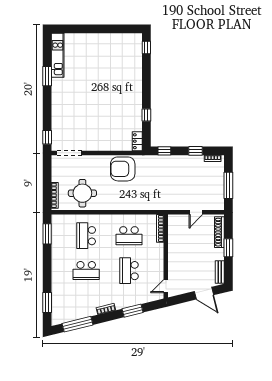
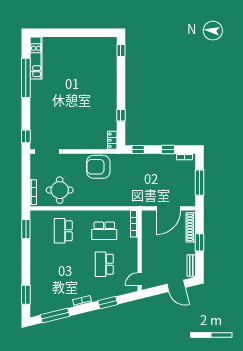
window: (47, 76) -> (26, 78), width x2.11
door: (196, 212) -> (168, 208), width x1.88
school desk: (86, 271) -> (63, 264), removed

